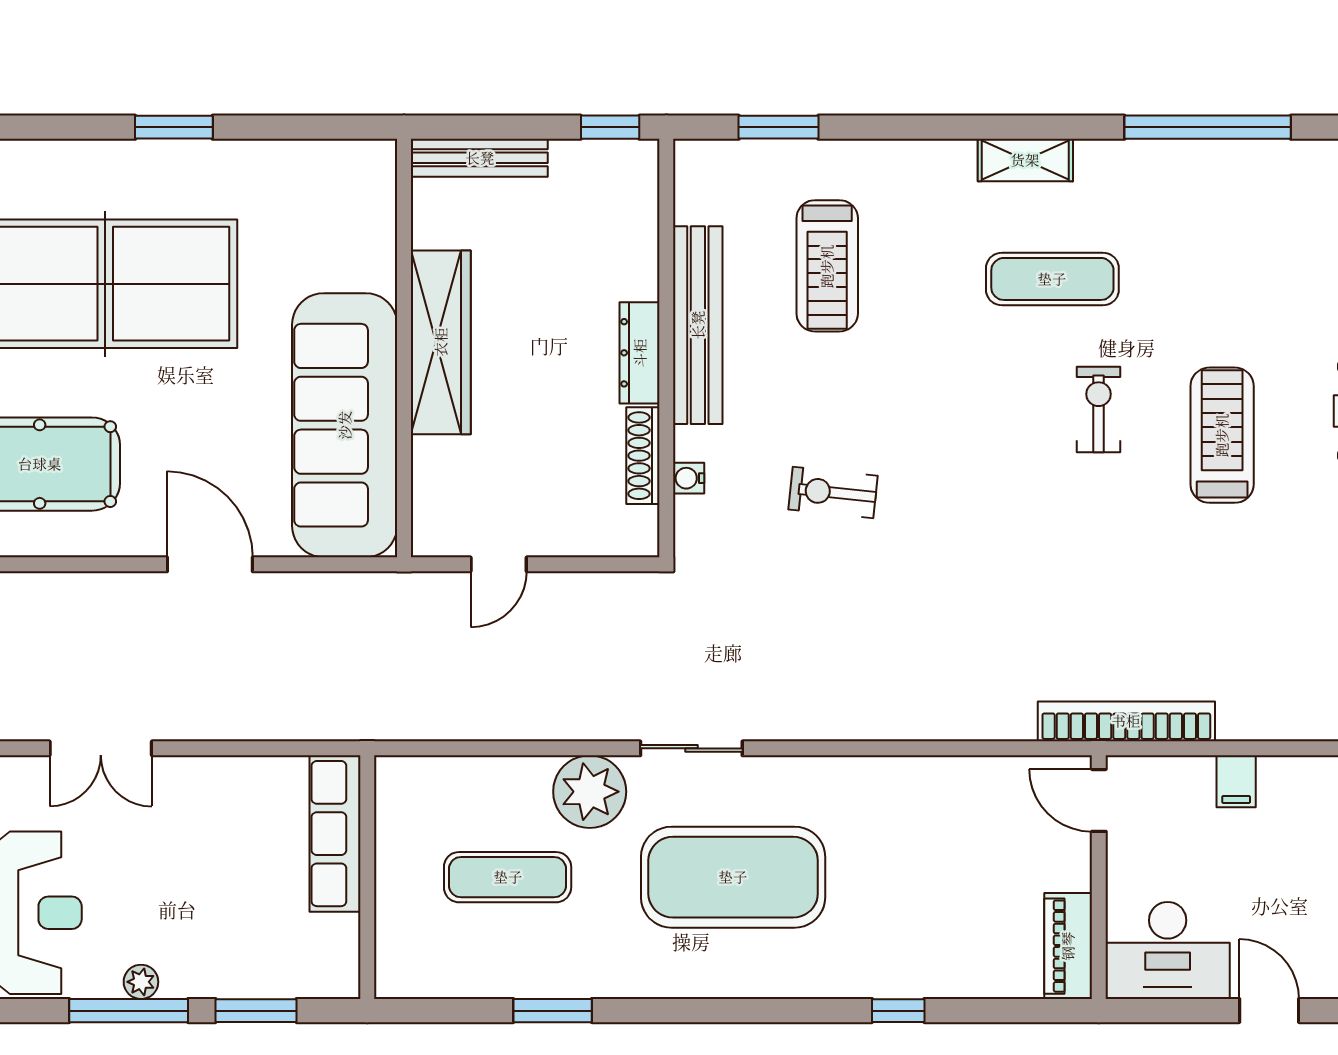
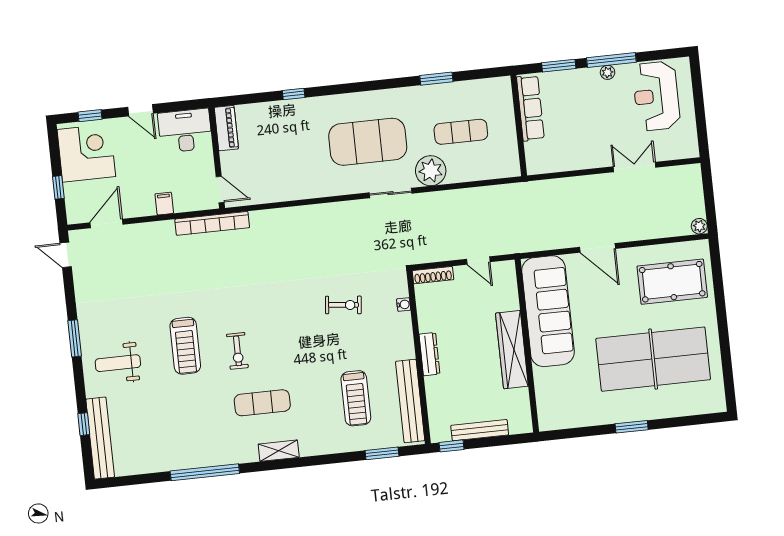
bench: (480, 158) -> (480, 430), moved
treadmill: (827, 266) -> (356, 398), turned 180
bench: (698, 325) -> (410, 401), moved
shoe rack: (643, 456) -> (433, 275), moved, turned 90
door: (499, 564) -> (478, 261), swing flipped
row of seats: (335, 834) -> (530, 108), moved

